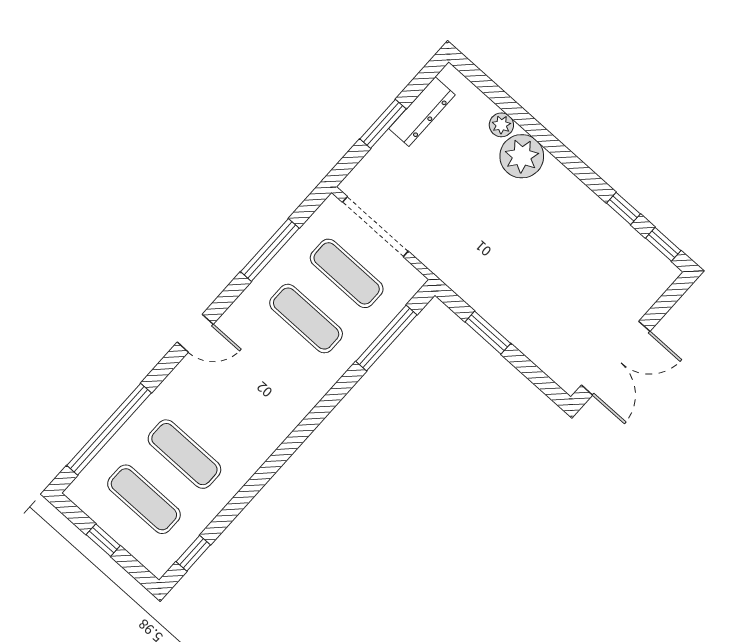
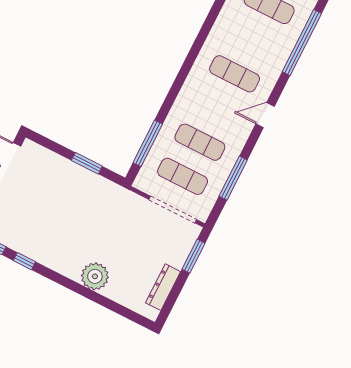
window: (383, 124) -> (194, 256), moved
plant: (501, 125) -> (112, 292), removed
exercise mat: (184, 454) -> (235, 74), moved

